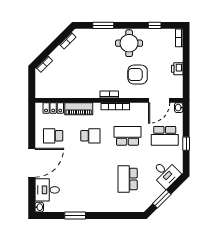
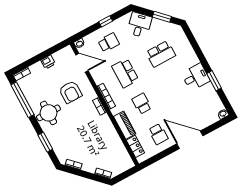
window: (155, 25) -> (22, 100), width x3.17
school desk: (165, 136) -> (109, 42), width x0.54
desk: (47, 190) -> (196, 77), moved, turned -90

